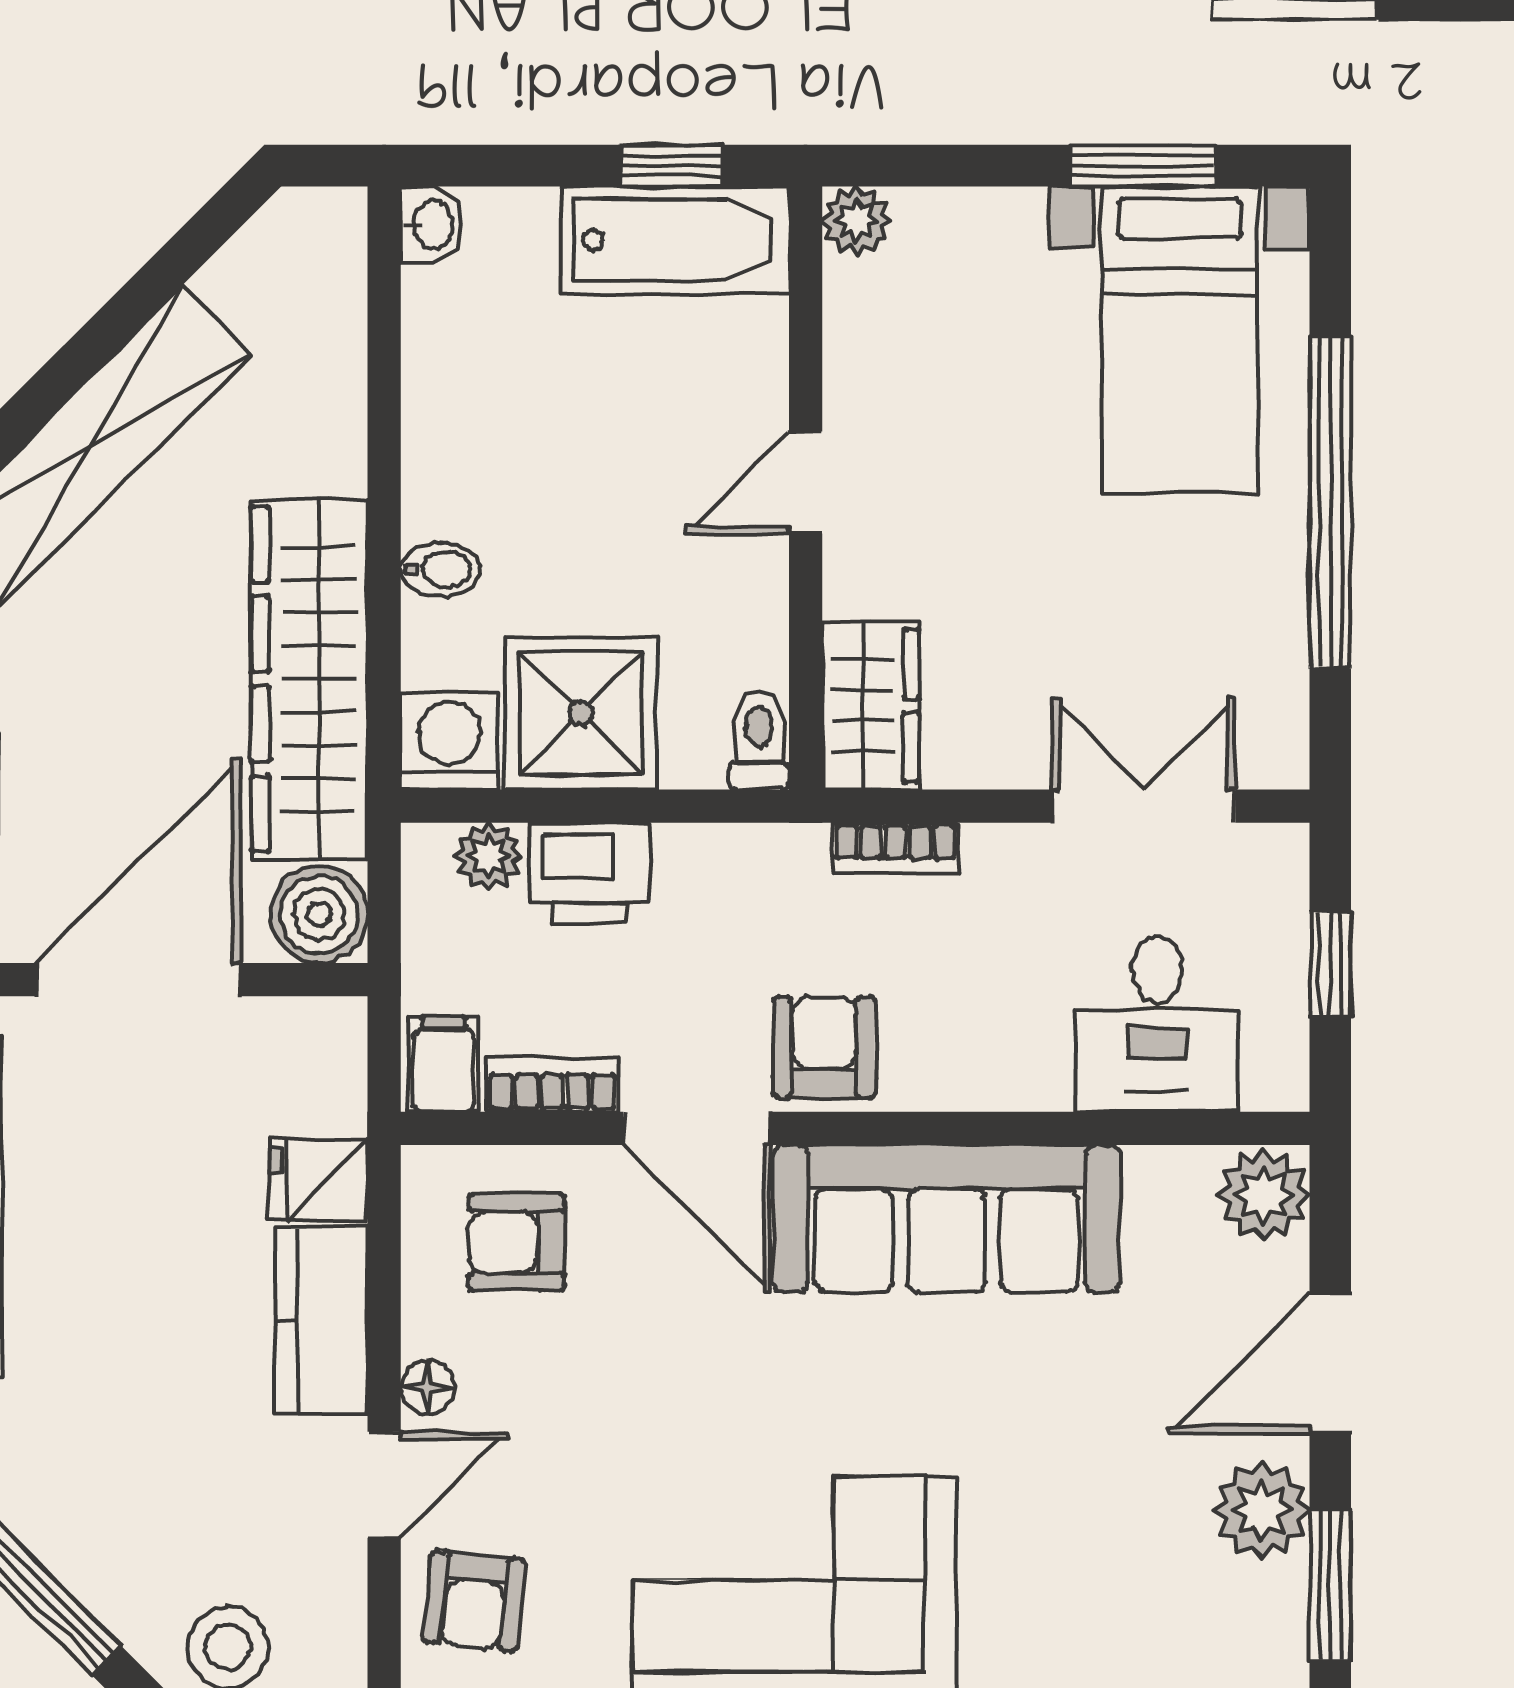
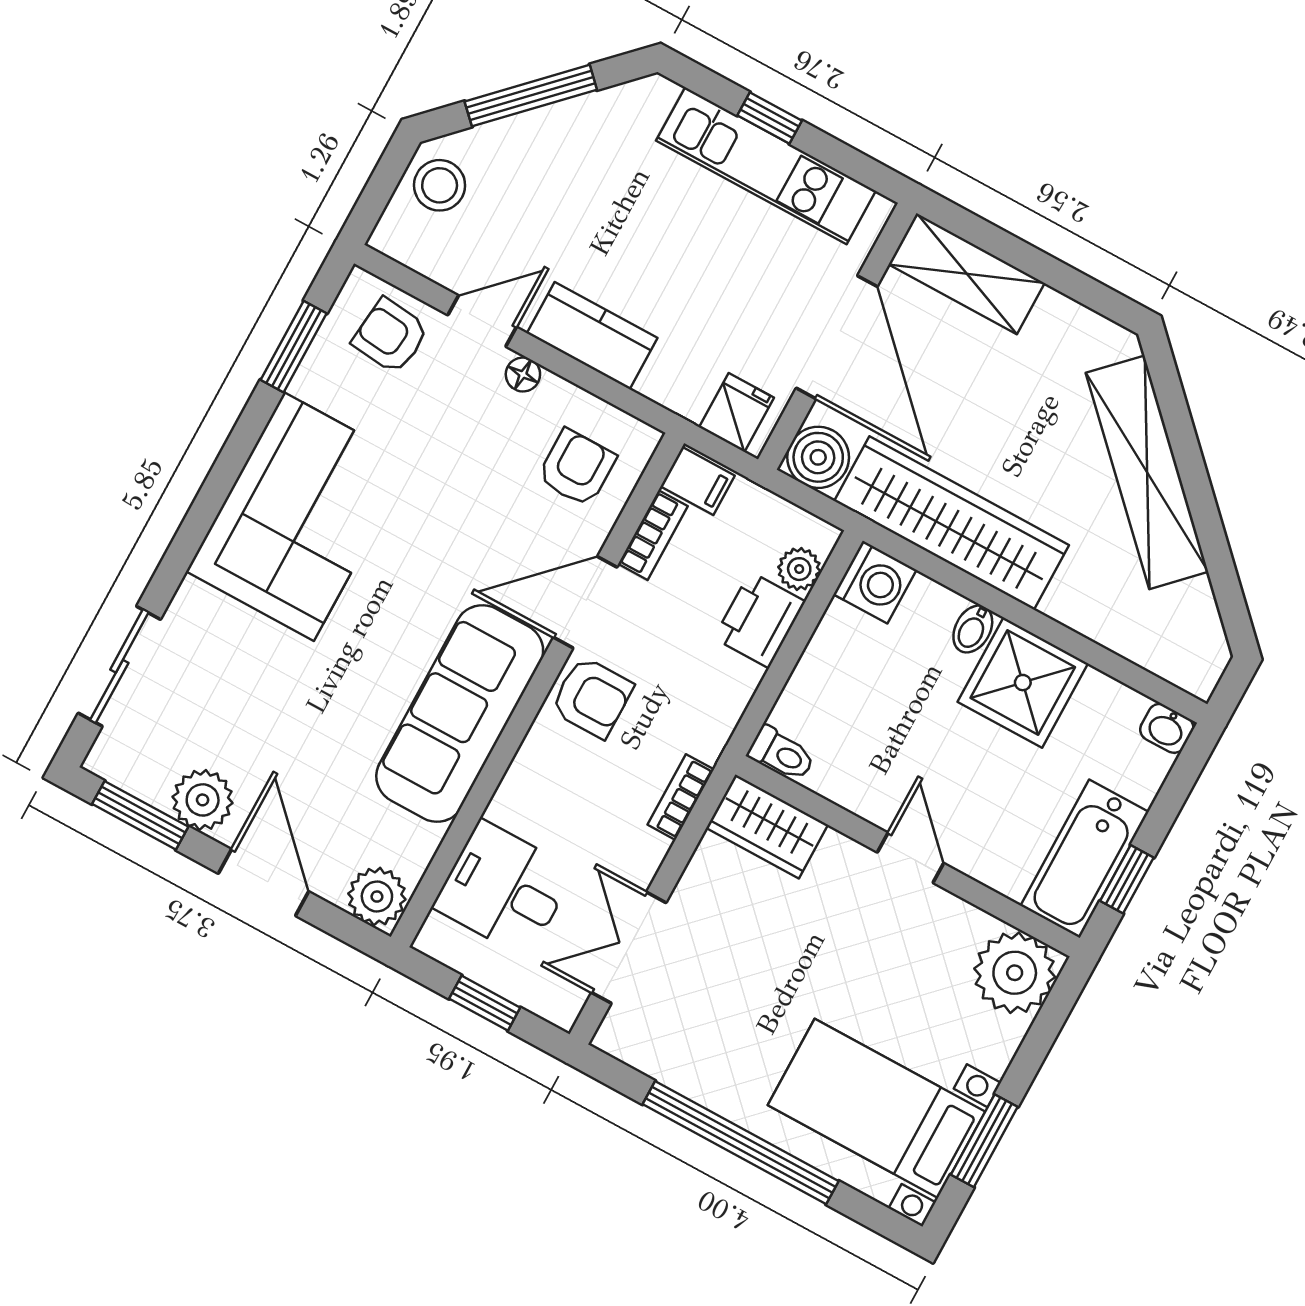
plant: (856, 221) -> (1015, 973), width x1.87, depth x1.87
shower: (581, 713) -> (1023, 683), moved
double door: (1144, 806) -> (629, 948), swing flipped
fridge: (319, 1180) -> (737, 412), moved
door: (384, 1485) -> (482, 321), swing flipped

